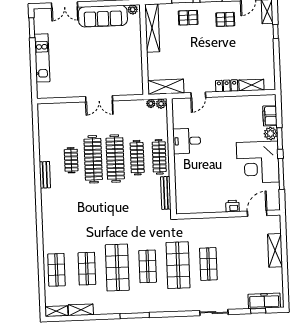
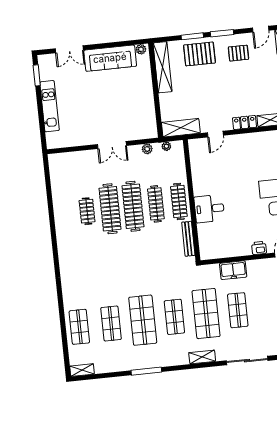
pallet: (188, 18) -> (199, 54), width x1.50, depth x1.42
plant: (161, 104) -> (147, 149), moved
desk: (187, 141) -> (209, 209), moved
bench: (45, 175) -> (61, 228), removed
freezer: (206, 226) -> (233, 270), added
shelving: (81, 310) -> (202, 357), moved
sliding door: (214, 313) -> (247, 361), width x1.37
window: (135, 316) -> (146, 371), moved

